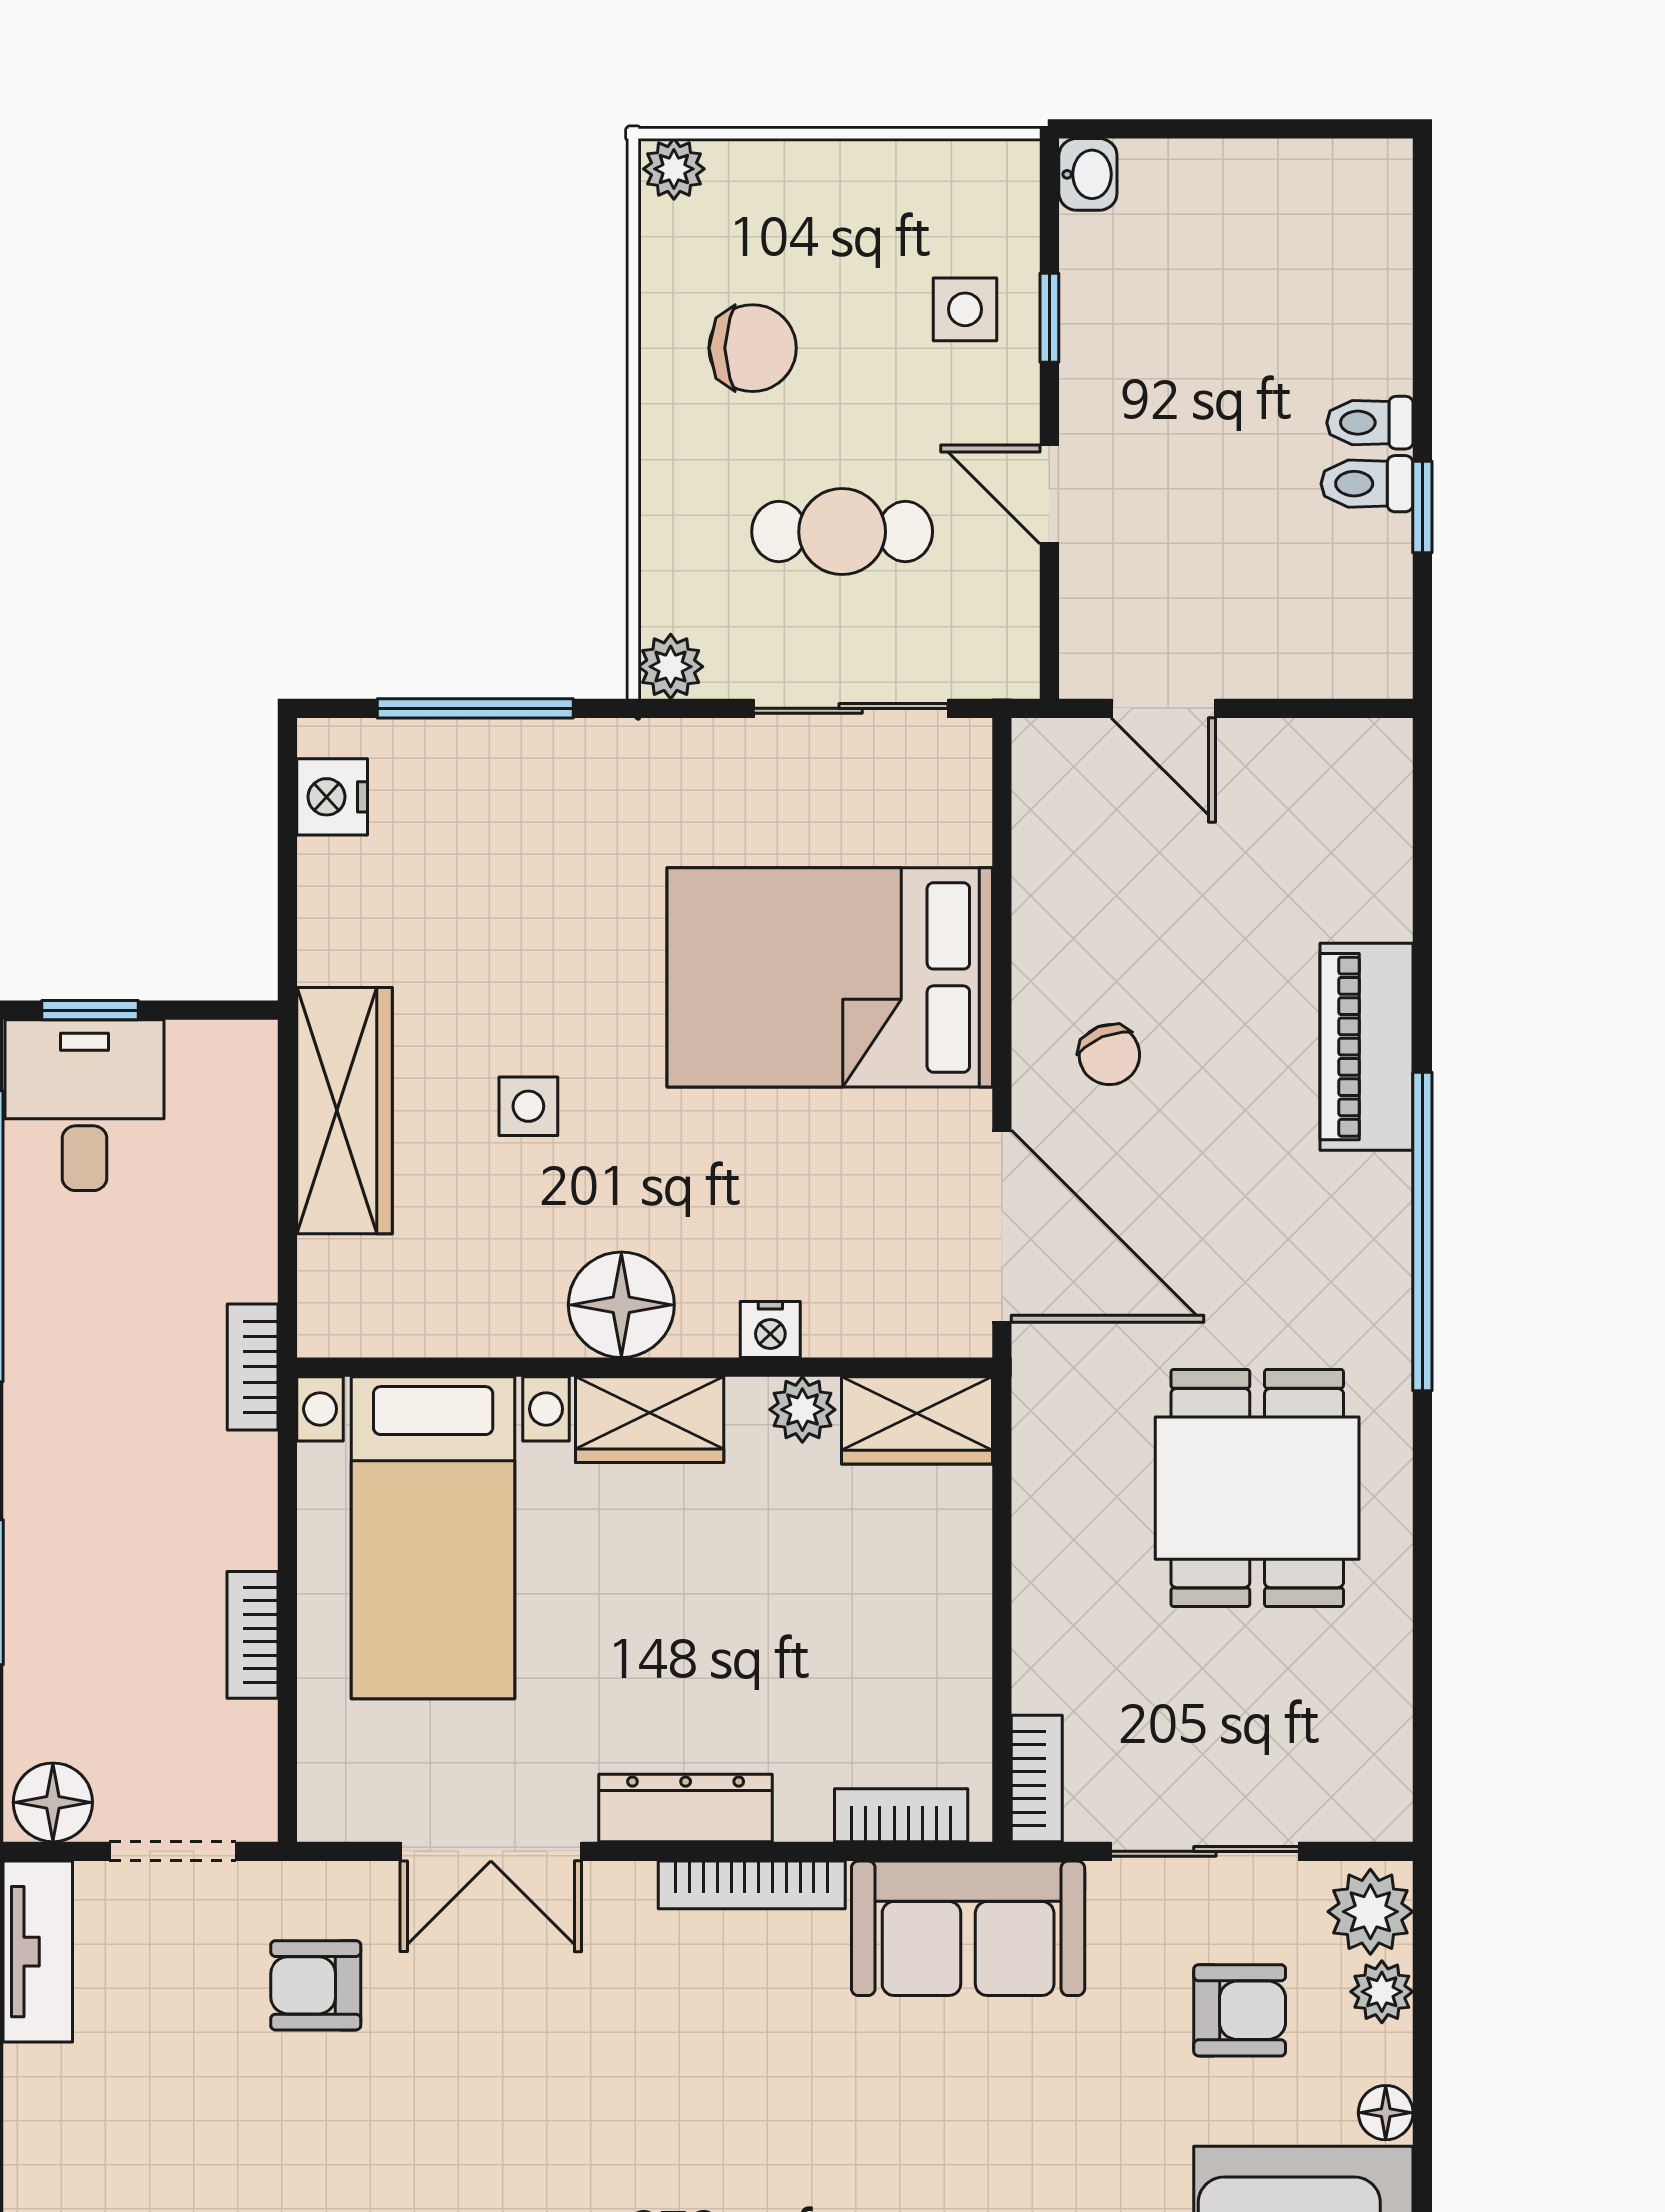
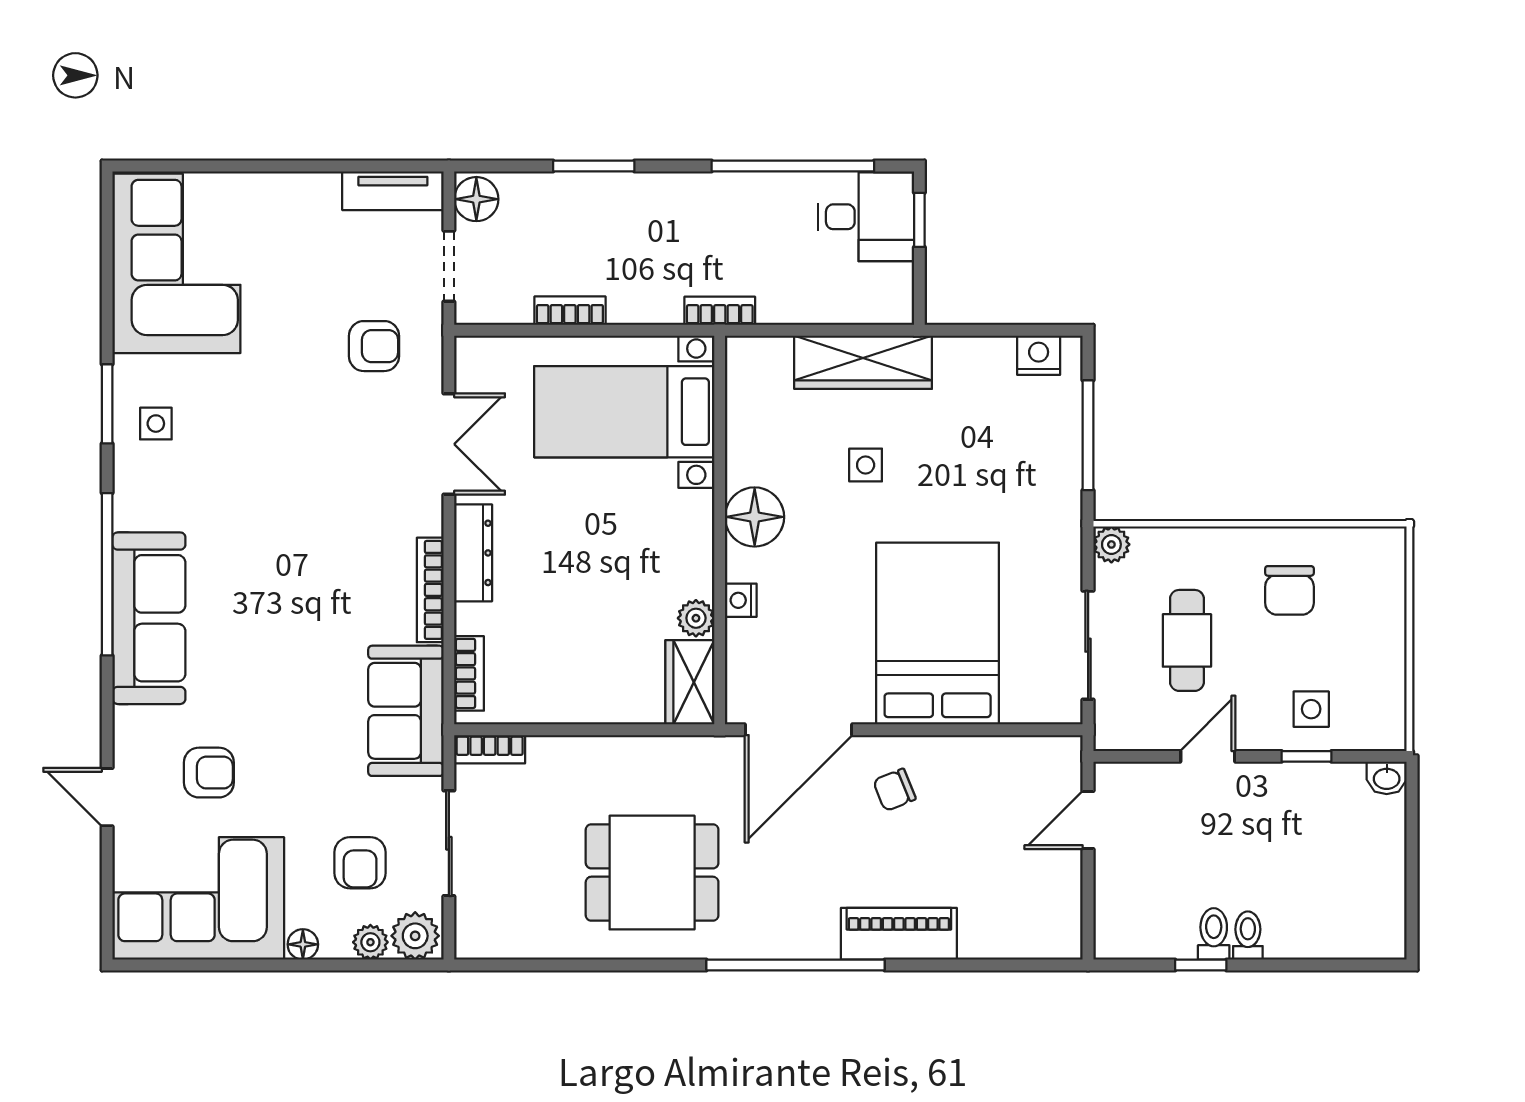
plant: (674, 169) -> (1390, 546), removed
wardrobe: (650, 1420) -> (690, 533), removed
double door: (491, 1851) -> (449, 444), swing flipped
armchair: (316, 1985) -> (374, 346), turned 90

